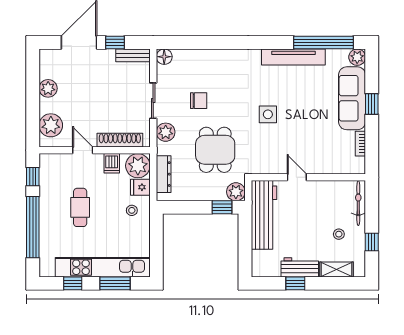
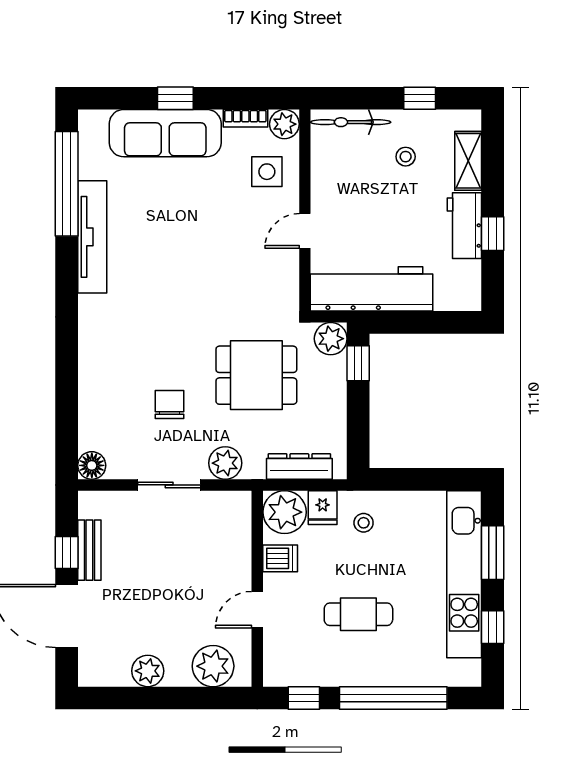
bench: (133, 55) -> (89, 550), moved
plant: (357, 57) -> (284, 124), moved
side table: (268, 114) -> (267, 172), moved
shoe rack: (120, 140) -> (239, 544), removed

